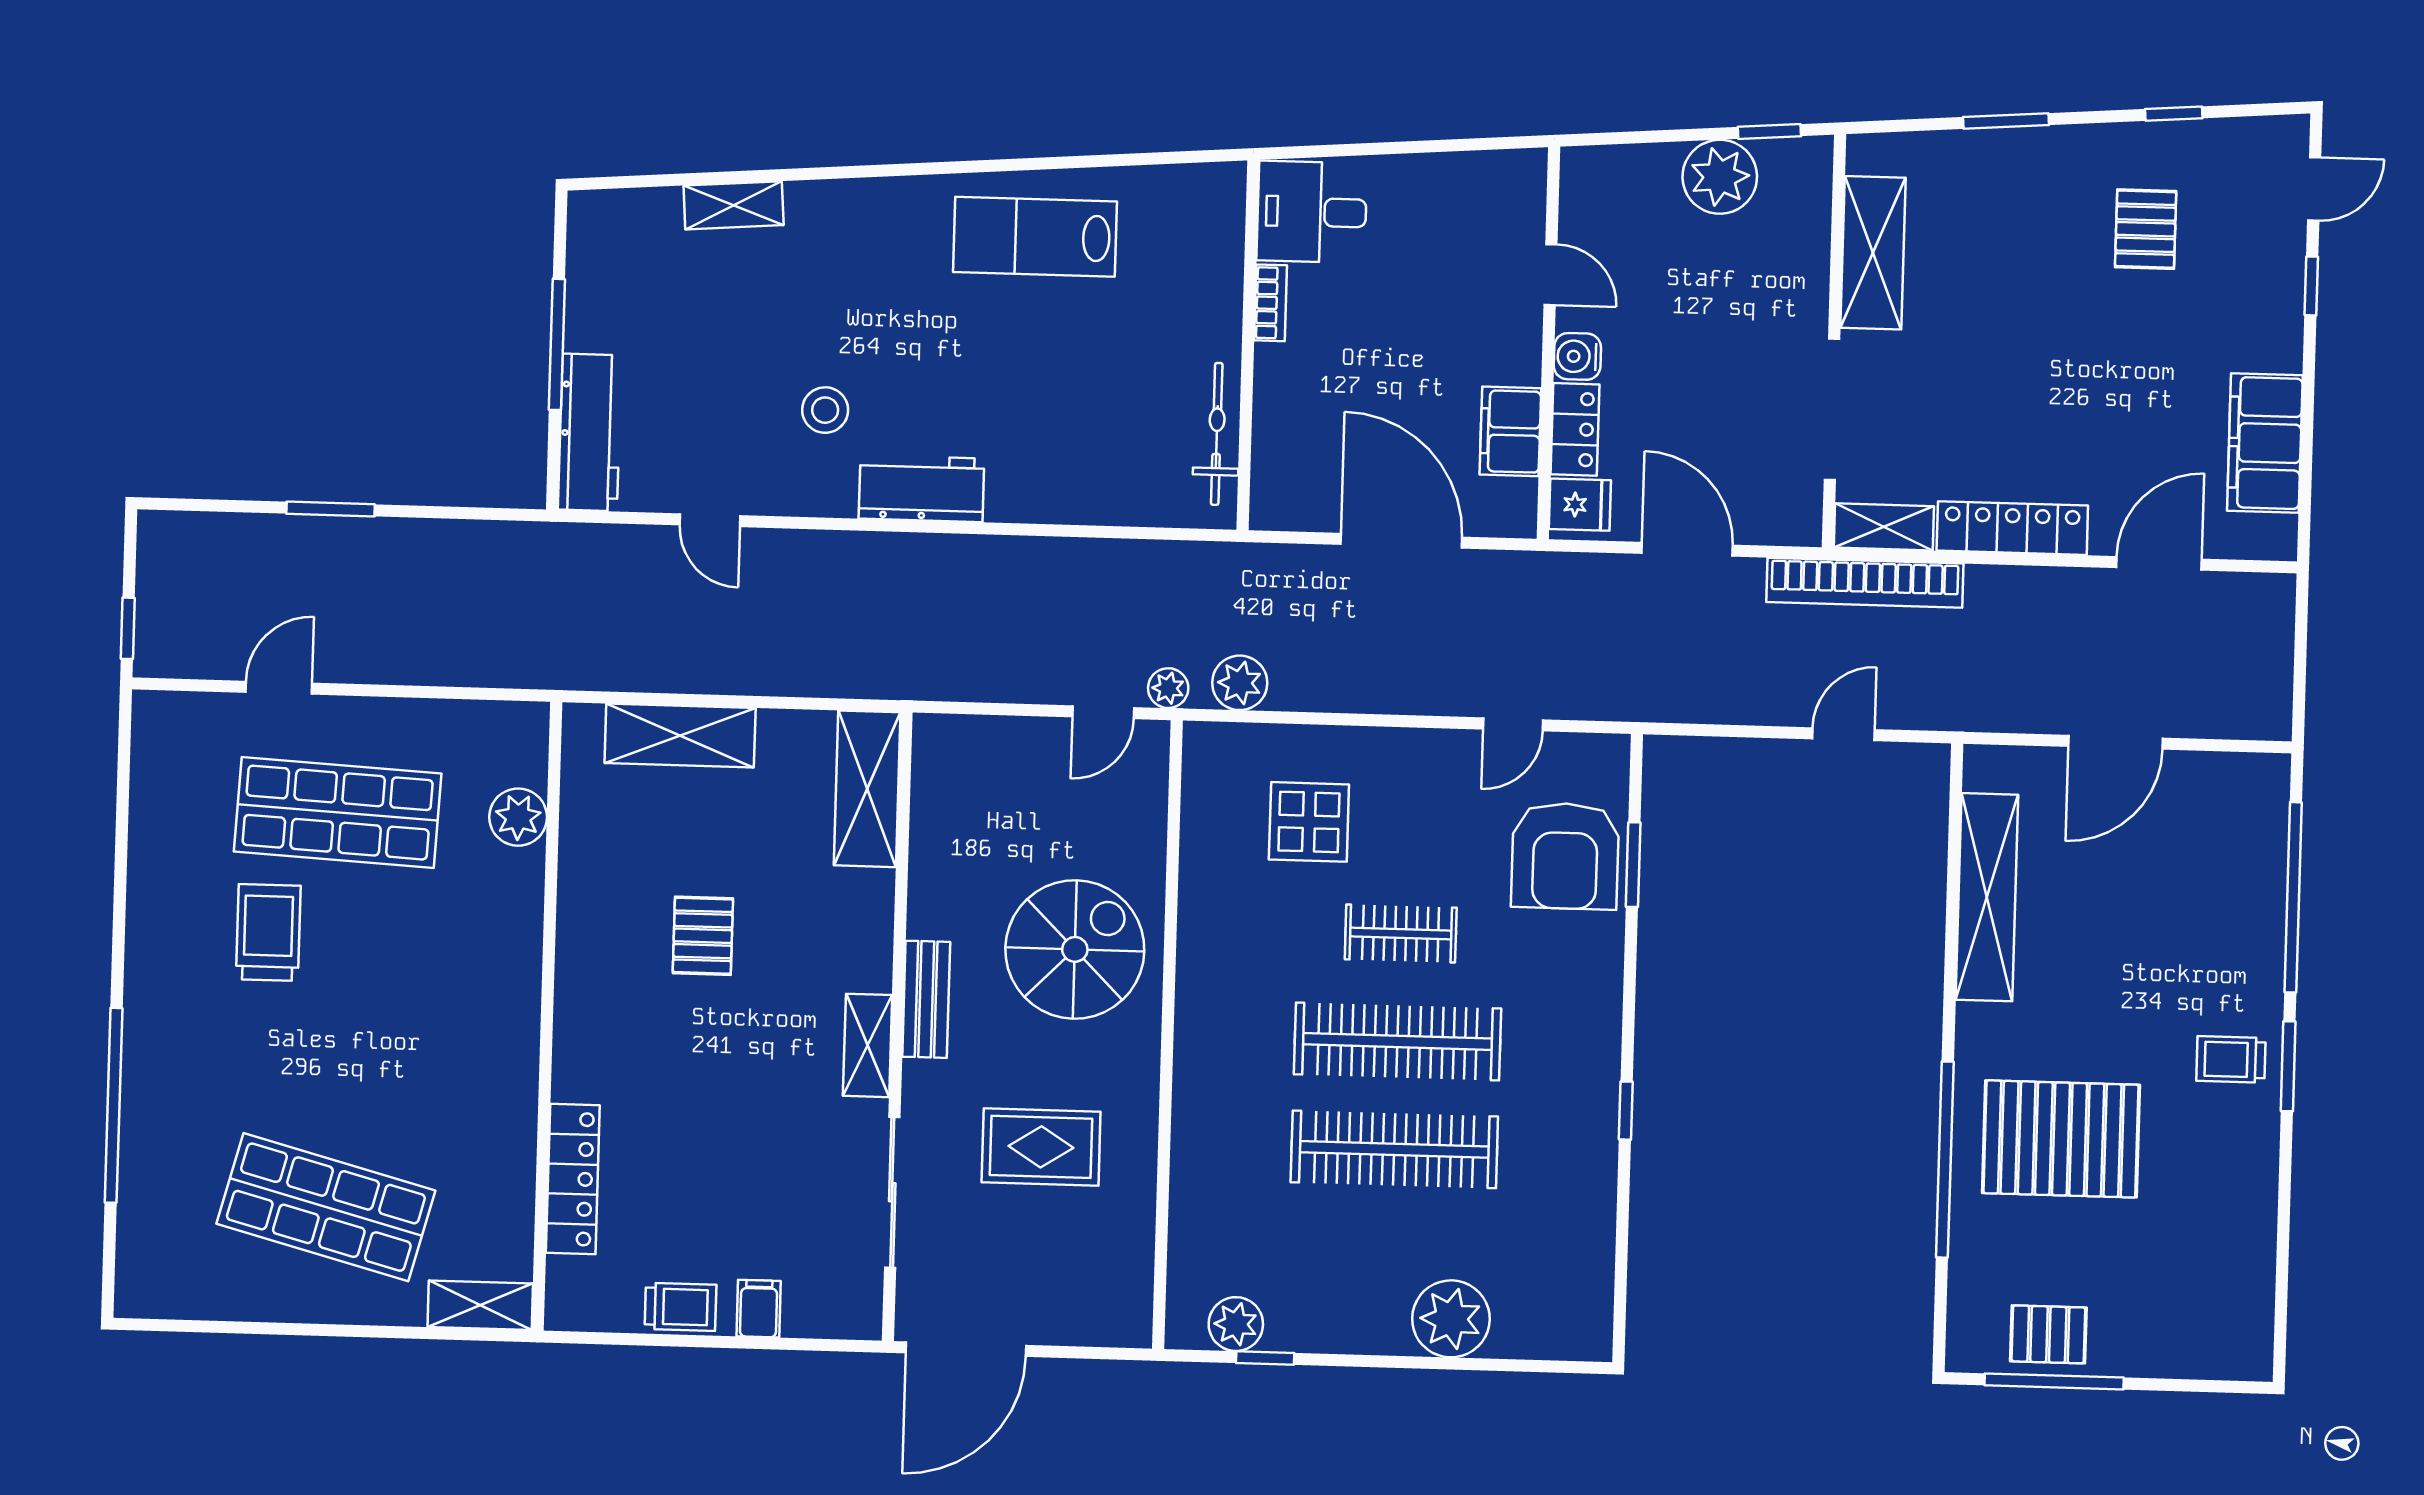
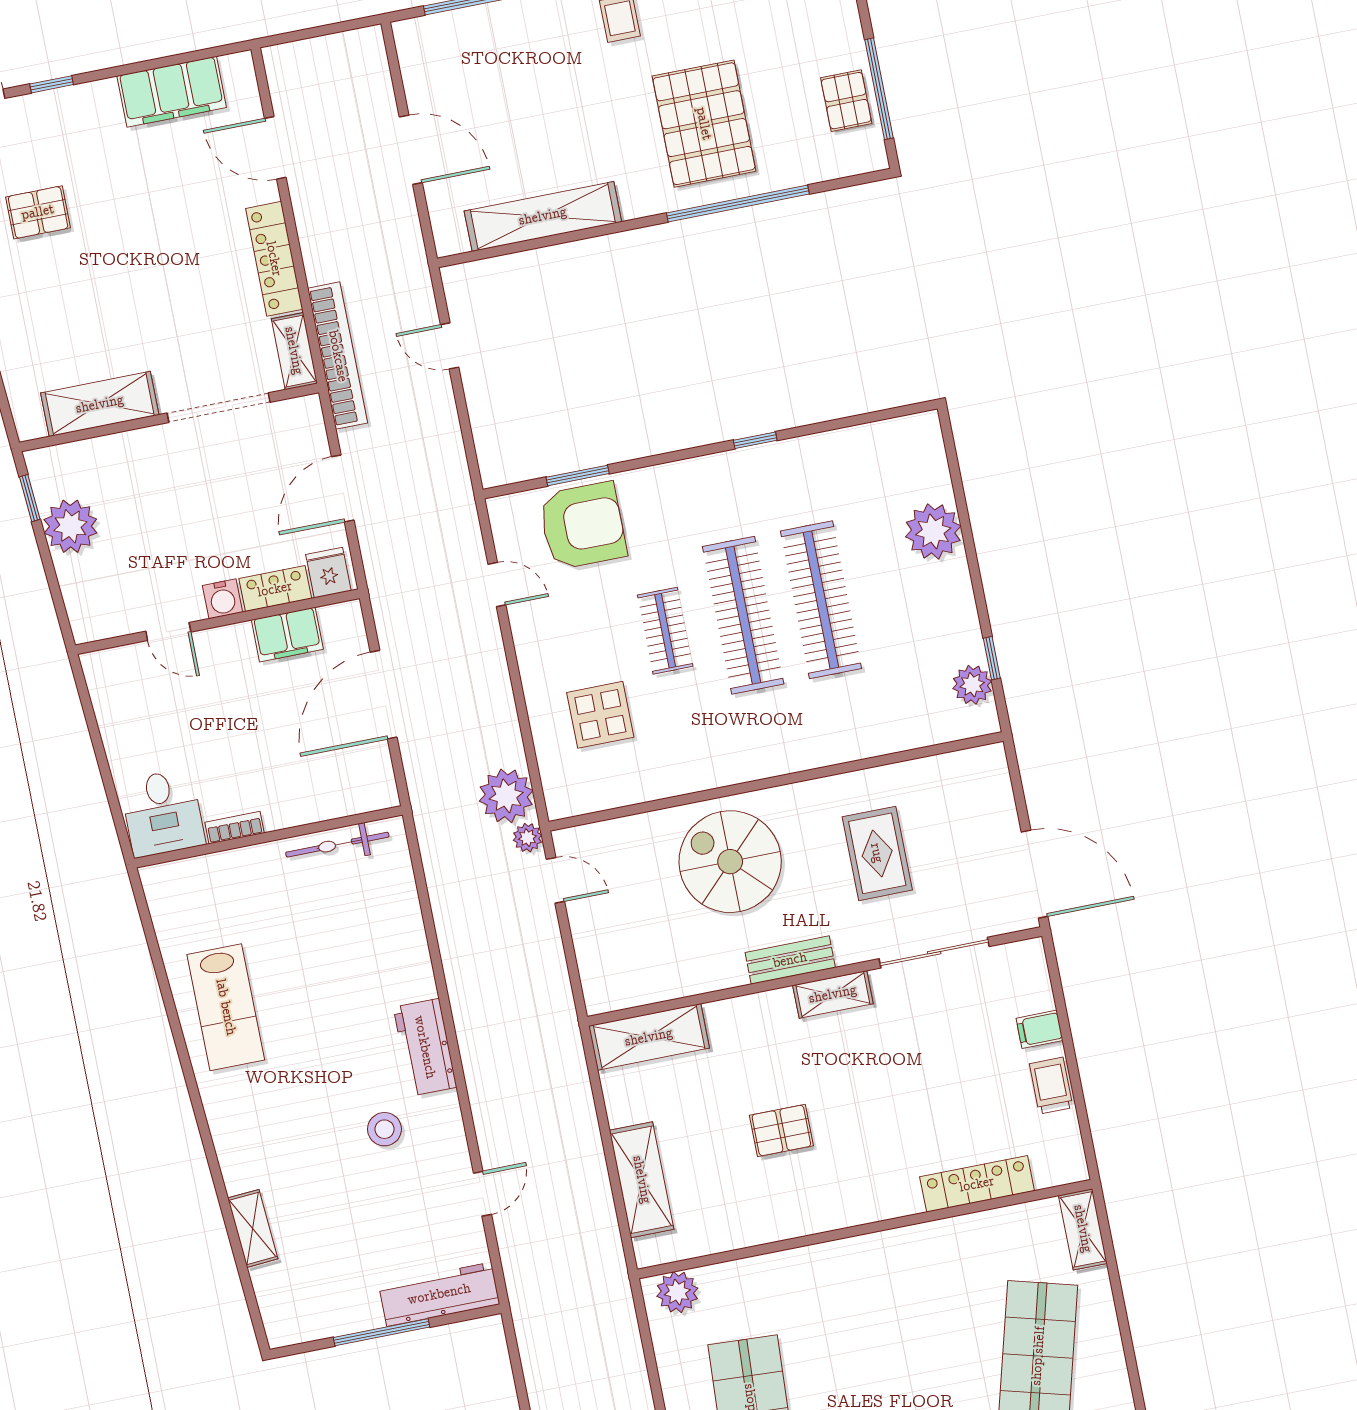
door: (1550, 275) -> (168, 632), swing flipped
plant: (1240, 683) -> (506, 796), width x1.36, depth x1.36
plant: (518, 817) -> (677, 1292), moved

